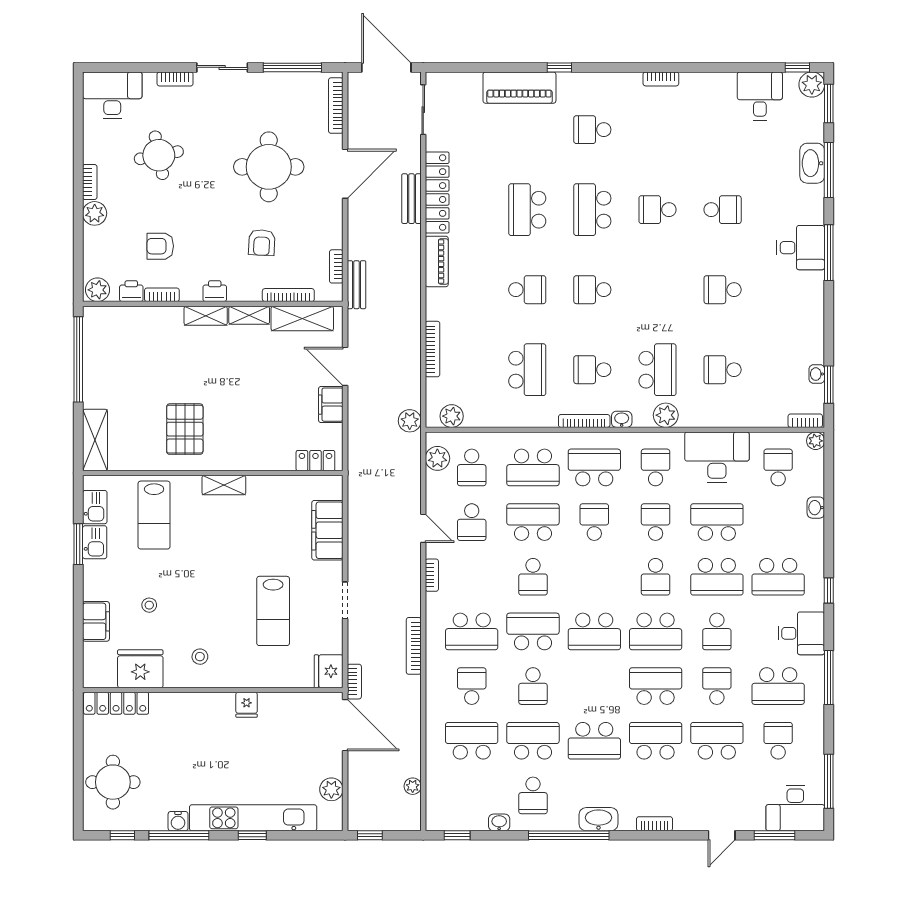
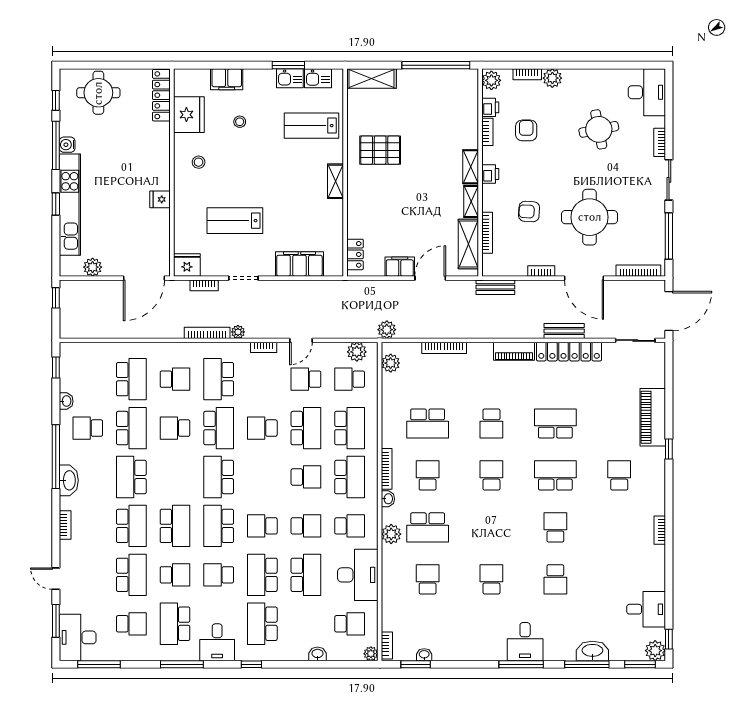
bookcase: (90, 182) -> (527, 74), moved
bookcase: (336, 266) -> (541, 271), moved
school desk: (533, 467) -> (350, 428), turned 180
bookcase: (354, 682) -> (204, 285), moved
plant: (413, 786) -> (238, 332), moved

